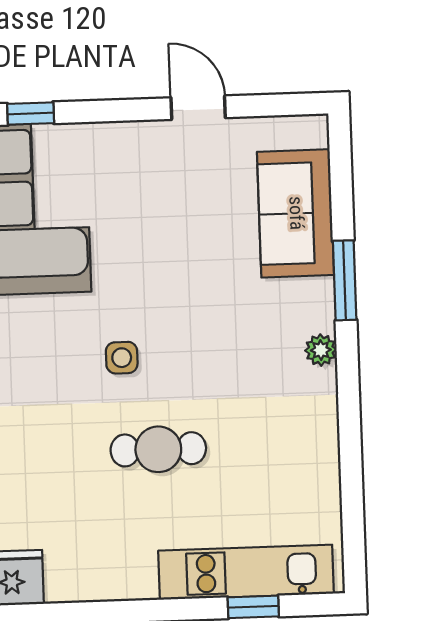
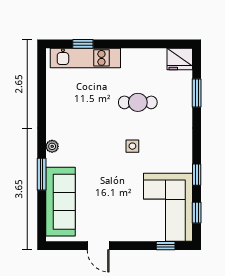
sofa: (296, 213) -> (60, 202), width x1.36
cafe table: (158, 449) -> (138, 102), moved

